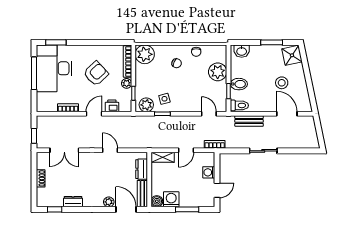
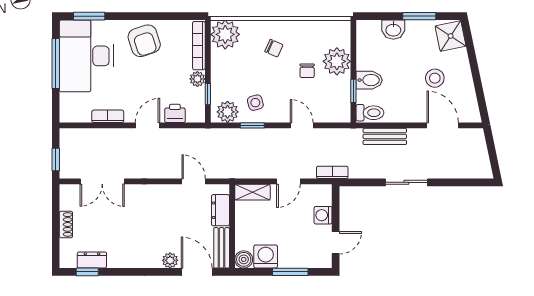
washbasin: (242, 51) -> (393, 30), moved
chair: (196, 52) -> (307, 71), moved
armchair: (96, 74) -> (144, 41), moved, turned 115
door: (209, 114) -> (302, 125), moved
door: (110, 150) -> (194, 181), moved
dresser: (73, 202) -> (92, 260), moved

